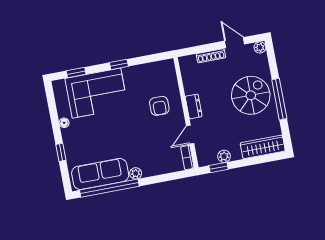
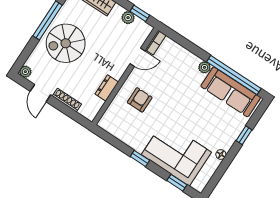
dresser: (194, 106) -> (107, 88), moved

